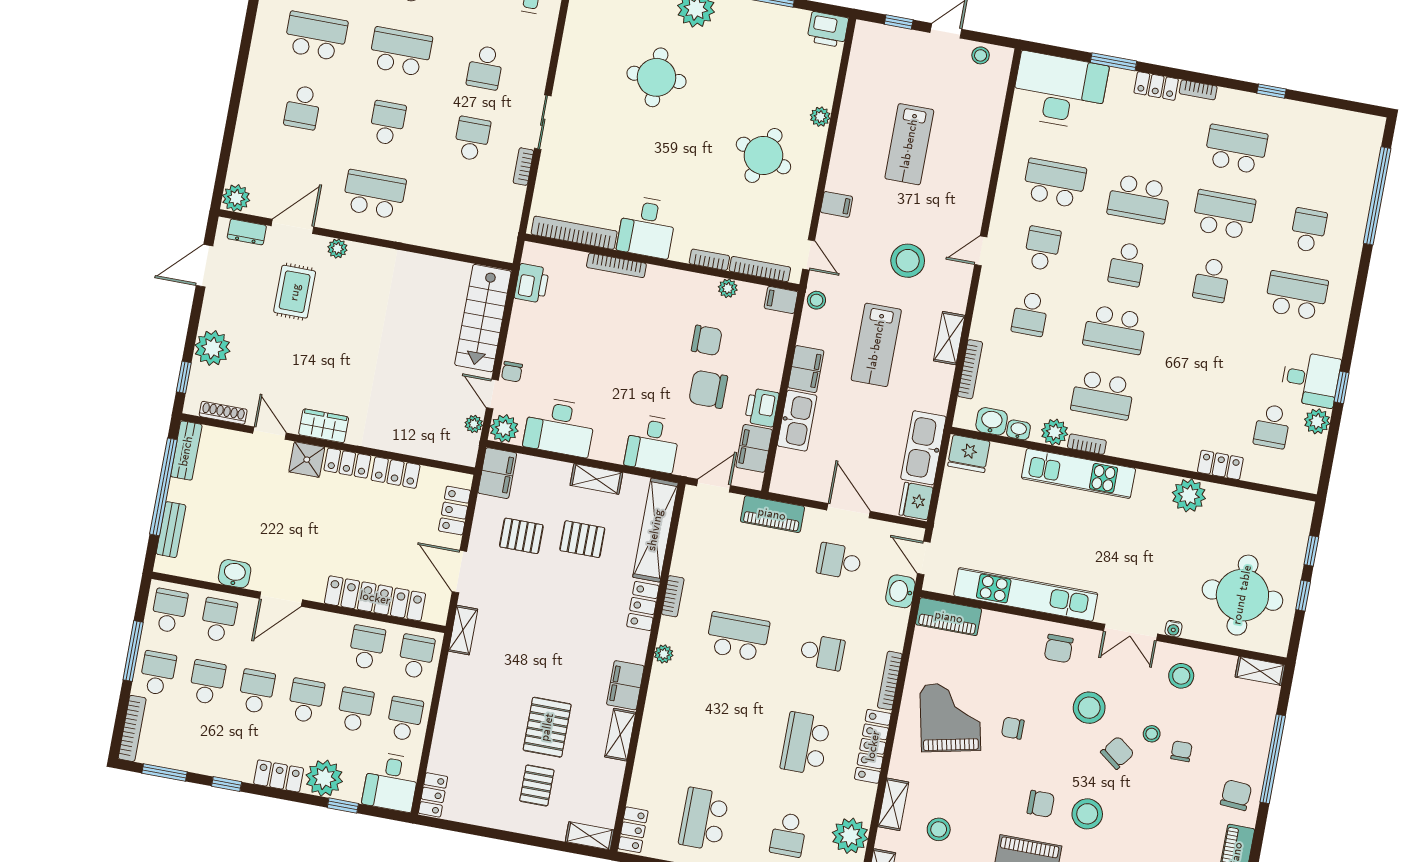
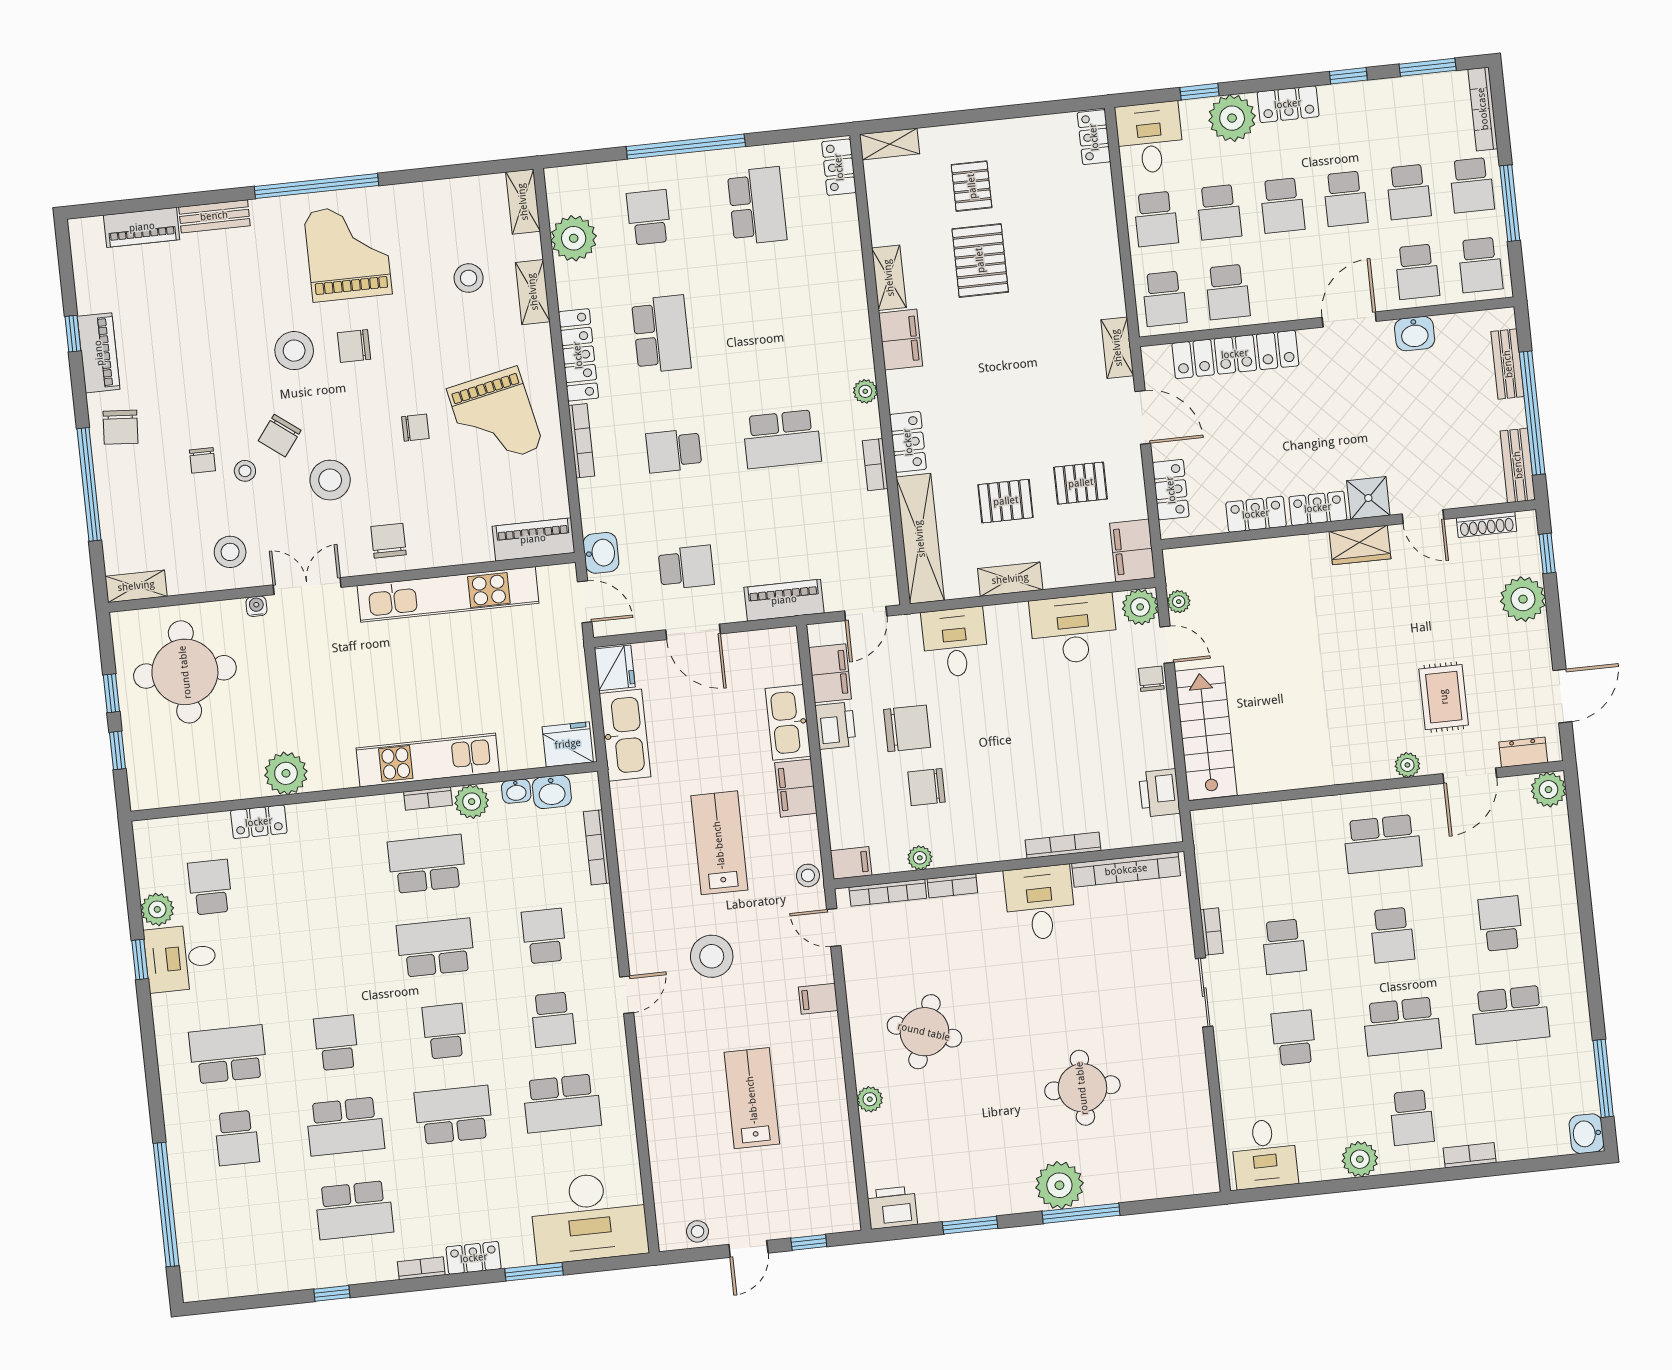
school desk: (1296, 296) -> (228, 1054), turned 180
shelving: (949, 338) -> (633, 877), removed

